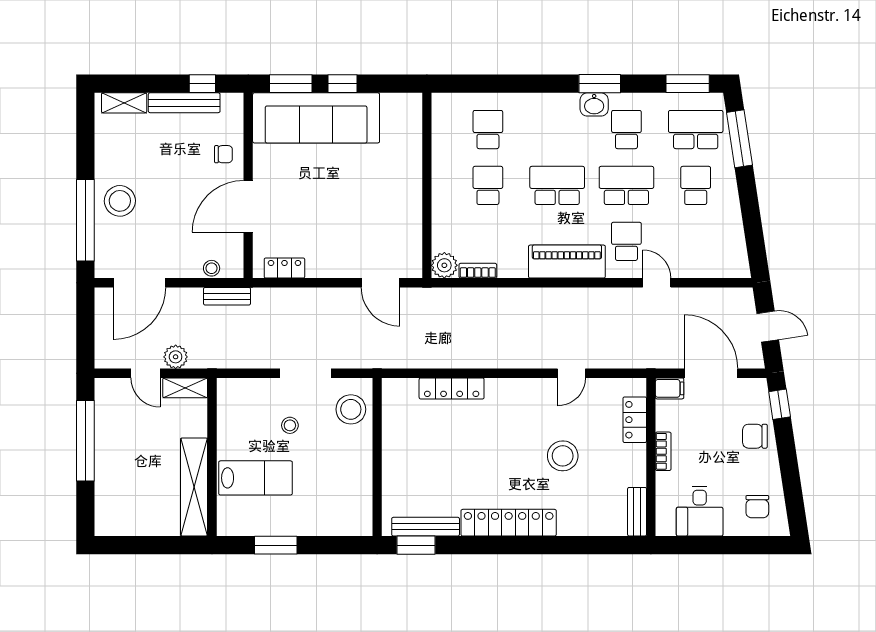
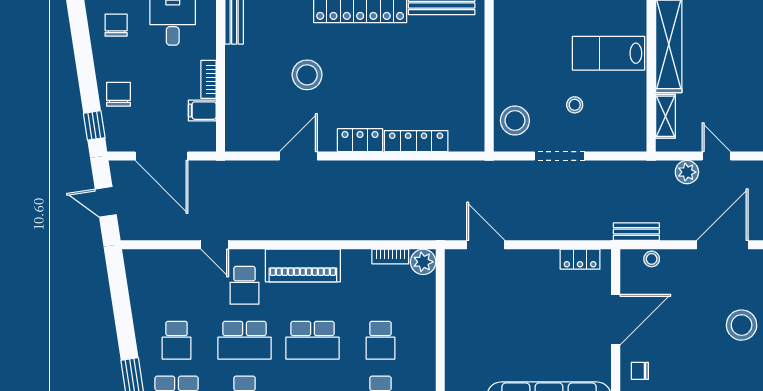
door: (571, 373) -> (298, 156), width x1.38
shelving: (185, 388) -> (665, 116), moved, turned 90
filing cabinet: (670, 388) -> (202, 111), moved
locker: (635, 420) -> (360, 140), moved, turned -90
chair: (755, 436) -> (118, 94), turned -90

